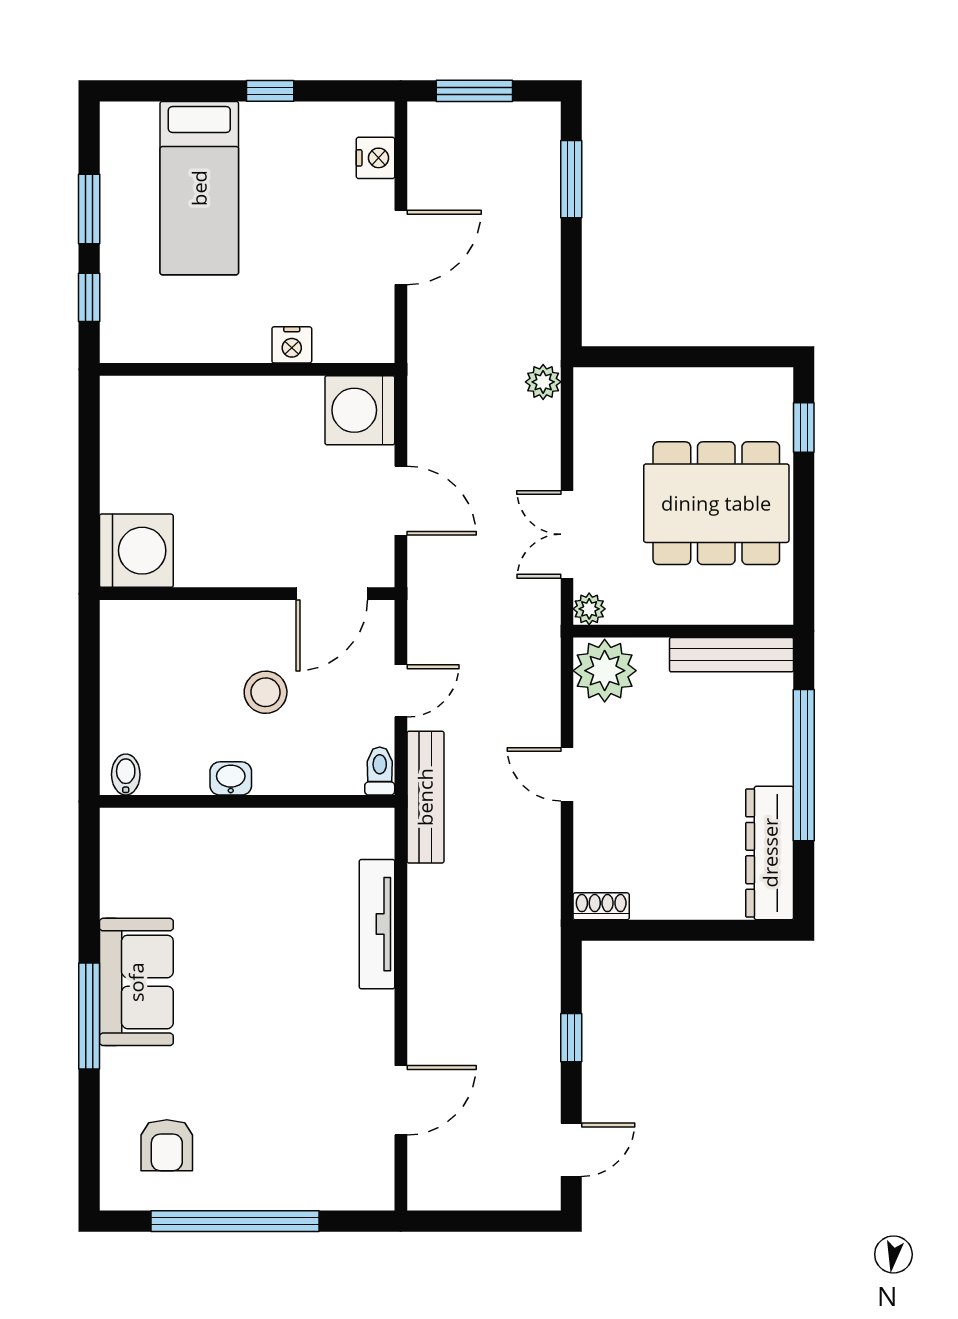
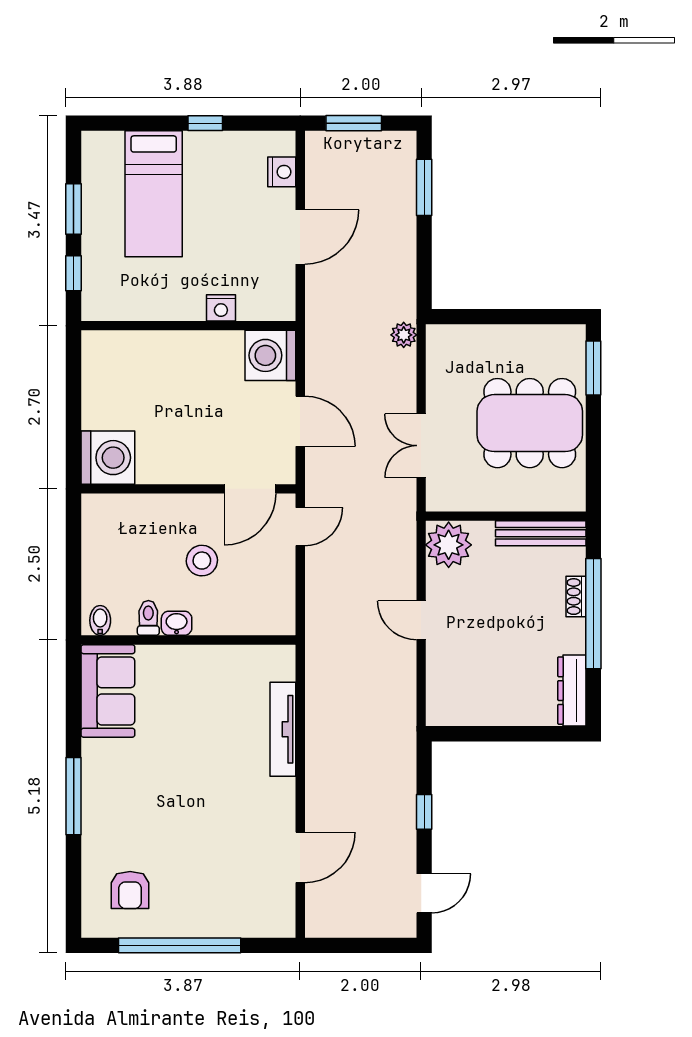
window: (804, 427) -> (593, 368), width x1.50
plant: (589, 609) -> (437, 500), removed
door: (401, 691) -> (300, 527), moved
toilet: (380, 771) -> (148, 618), moved
bench: (425, 797) -> (318, 637), removed
dresser: (770, 853) -> (572, 691), width x0.73, depth x0.80
shoe rack: (601, 906) -> (576, 597), moved, turned -90
sofa: (136, 982) -> (108, 691), moved

